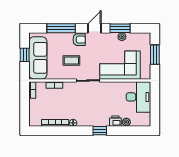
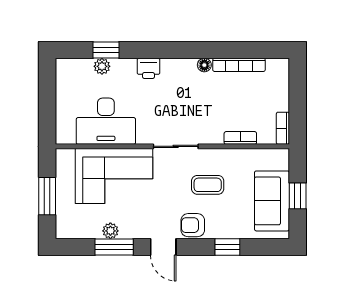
window: (61, 28) -> (227, 247), width x0.46
door: (94, 28) -> (163, 247), hinge flipped
sofa: (38, 58) -> (272, 201), width x0.73
desk: (138, 97) -> (106, 121), moved, turned -90
printer: (115, 121) -> (149, 68), moved
window: (100, 131) -> (106, 50), moved

